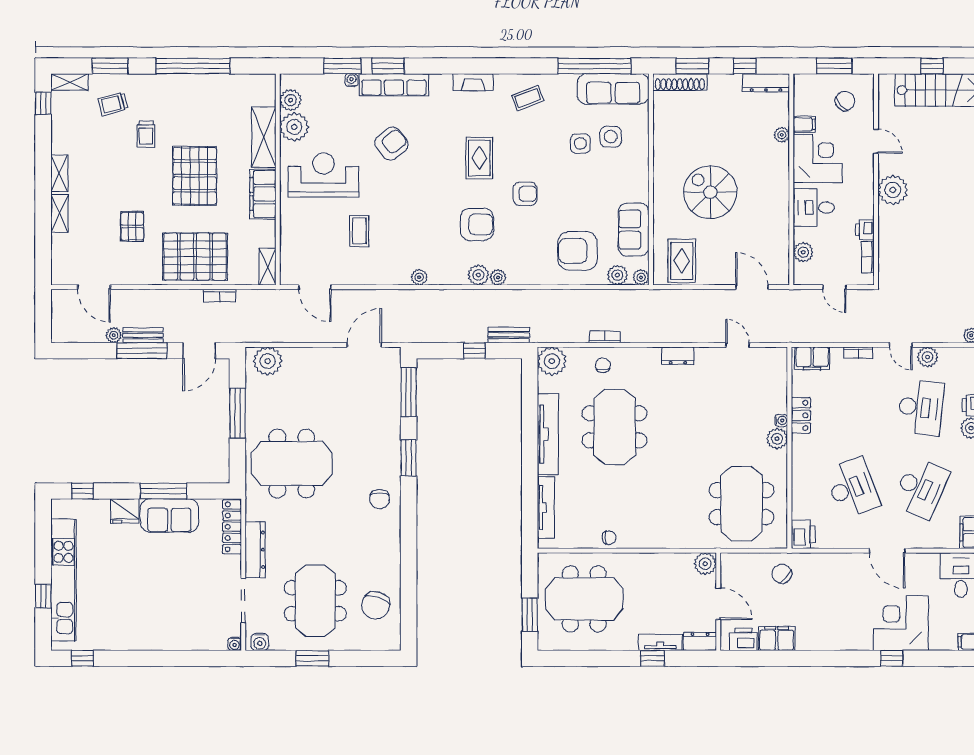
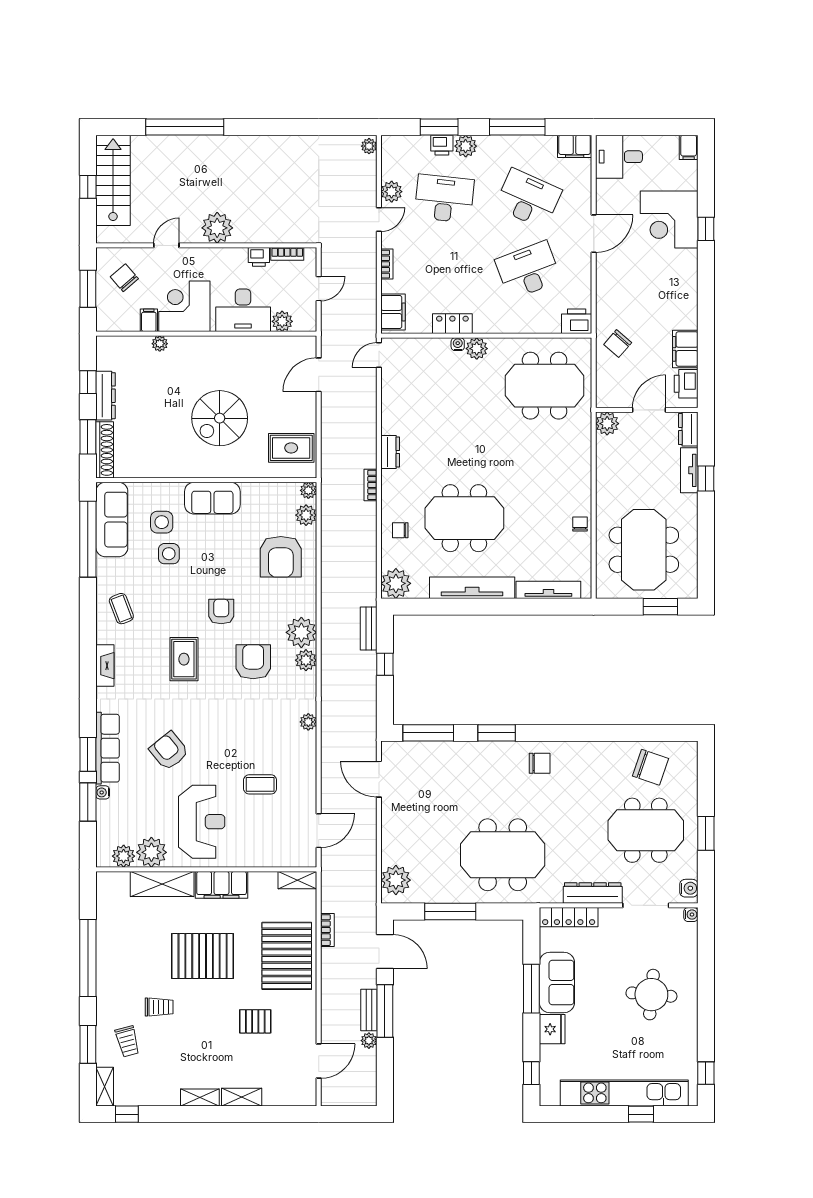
dresser: (766, 83) -> (106, 396), moved
rug: (479, 158) -> (184, 659), turned 90
reception desk: (324, 175) -> (202, 822), turned 180
desk: (814, 208) -> (243, 310), width x1.37
sofa: (634, 230) -> (212, 498), moved
plant: (498, 277) -> (301, 632), width x1.87, depth x1.87
bookcase: (605, 337) -> (371, 485), moved
door: (737, 345) -> (379, 355), moved
meeting table: (292, 464) -> (503, 855), turned 90
round table: (158, 606) -> (651, 995), added

